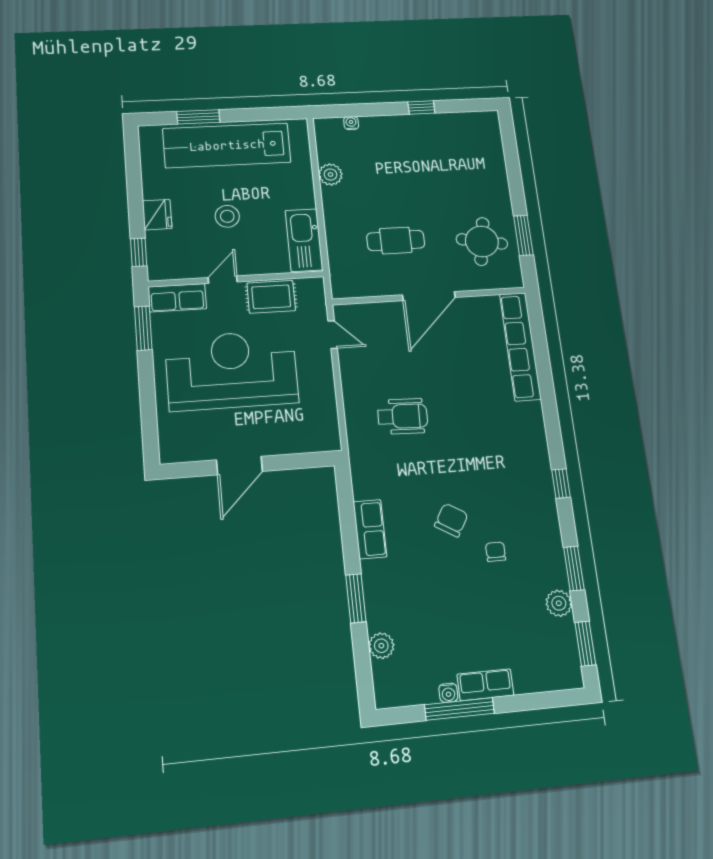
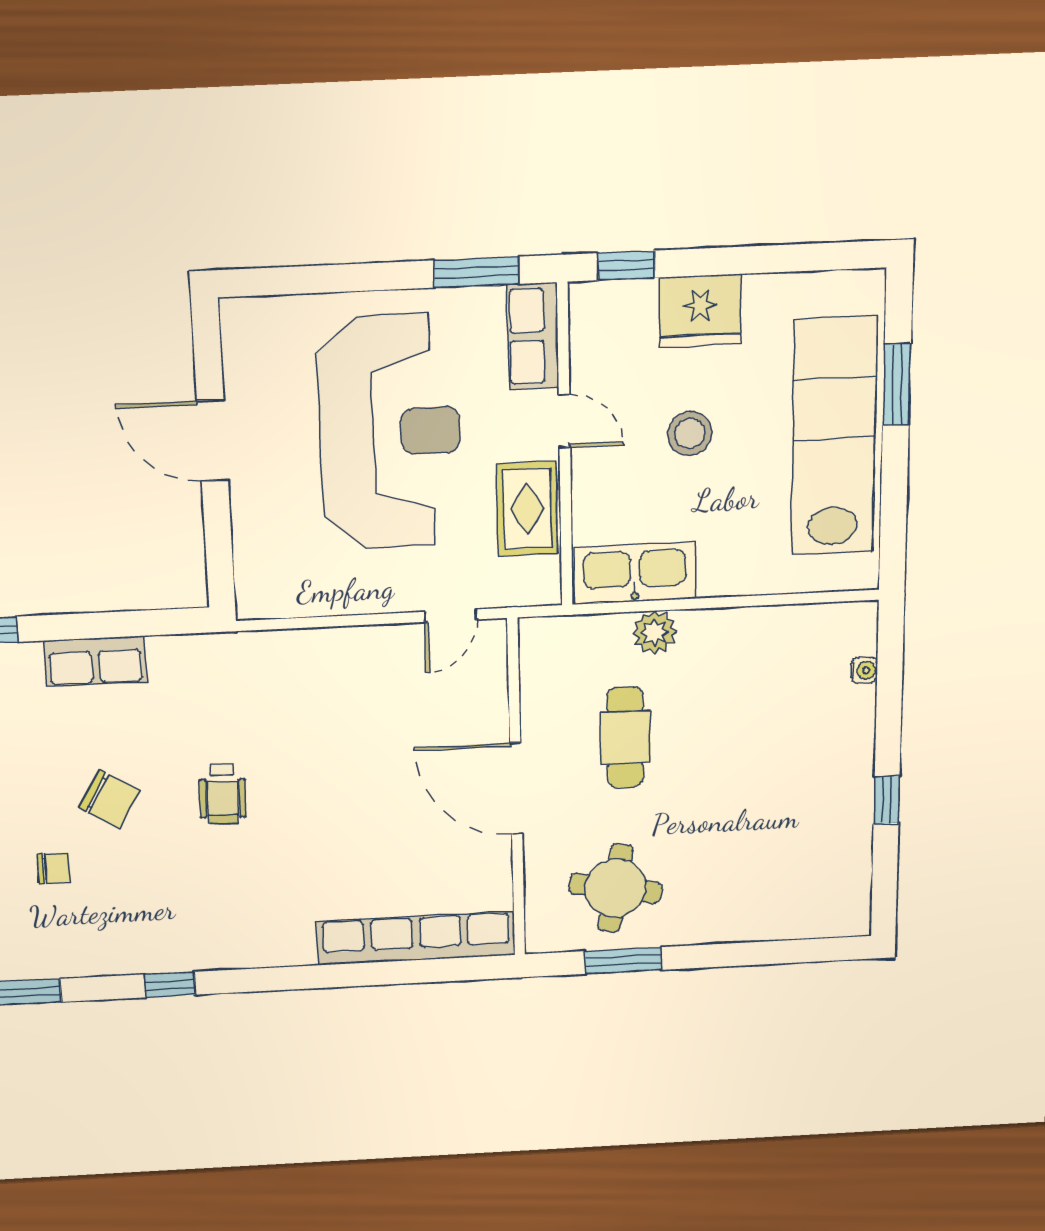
plant: (330, 175) -> (654, 632), moved
fridge: (157, 215) -> (700, 311), width x1.36, depth x1.34
wheelchair: (403, 416) -> (223, 793), moved, width x0.73, depth x0.73

